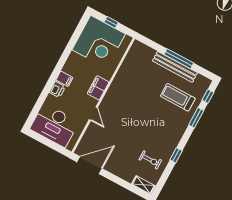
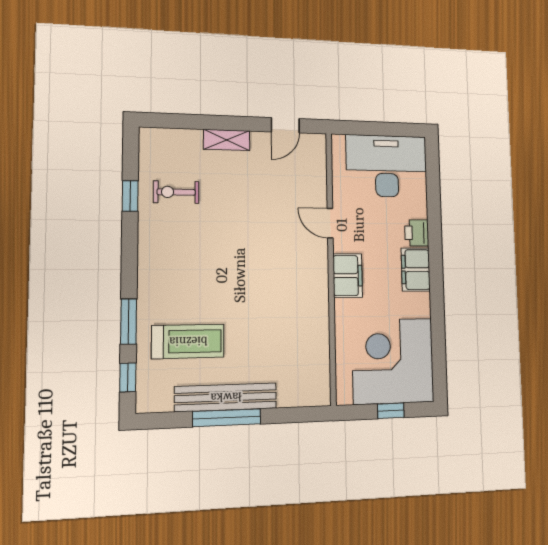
filing cabinet: (64, 79) -> (416, 270), width x2.00
window: (176, 155) -> (130, 196), moved
door: (90, 165) -> (285, 125), width x0.53
shelving: (143, 185) -> (227, 140), moved

